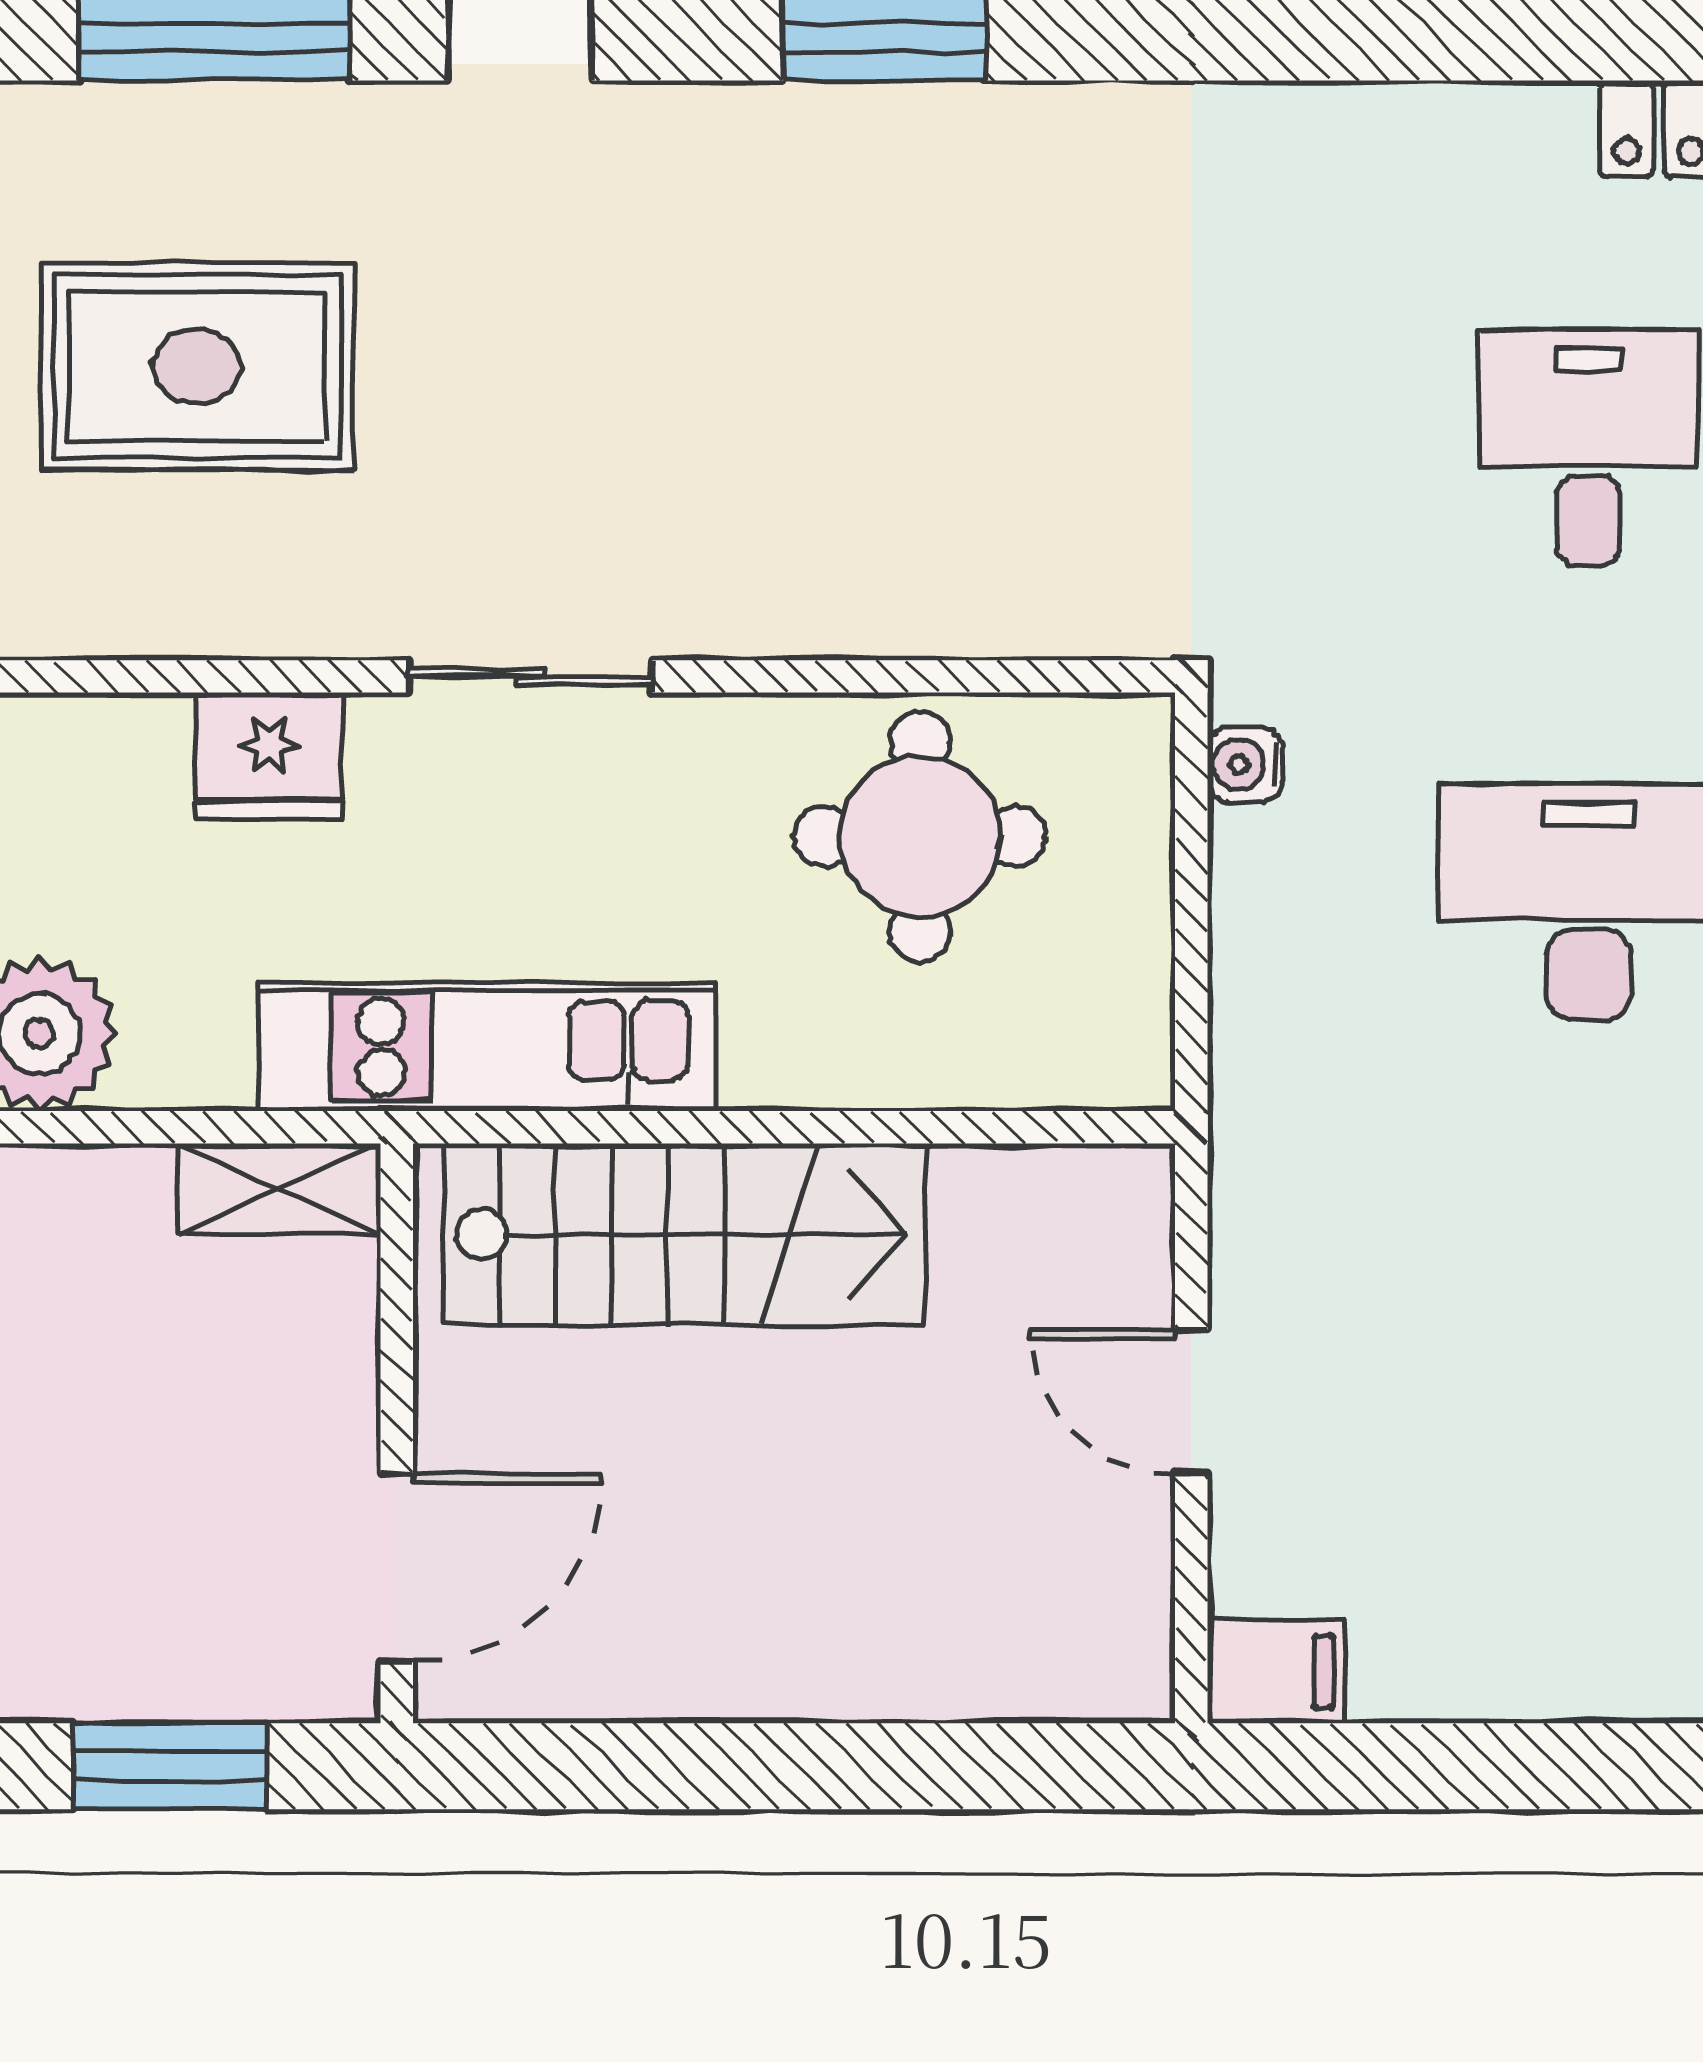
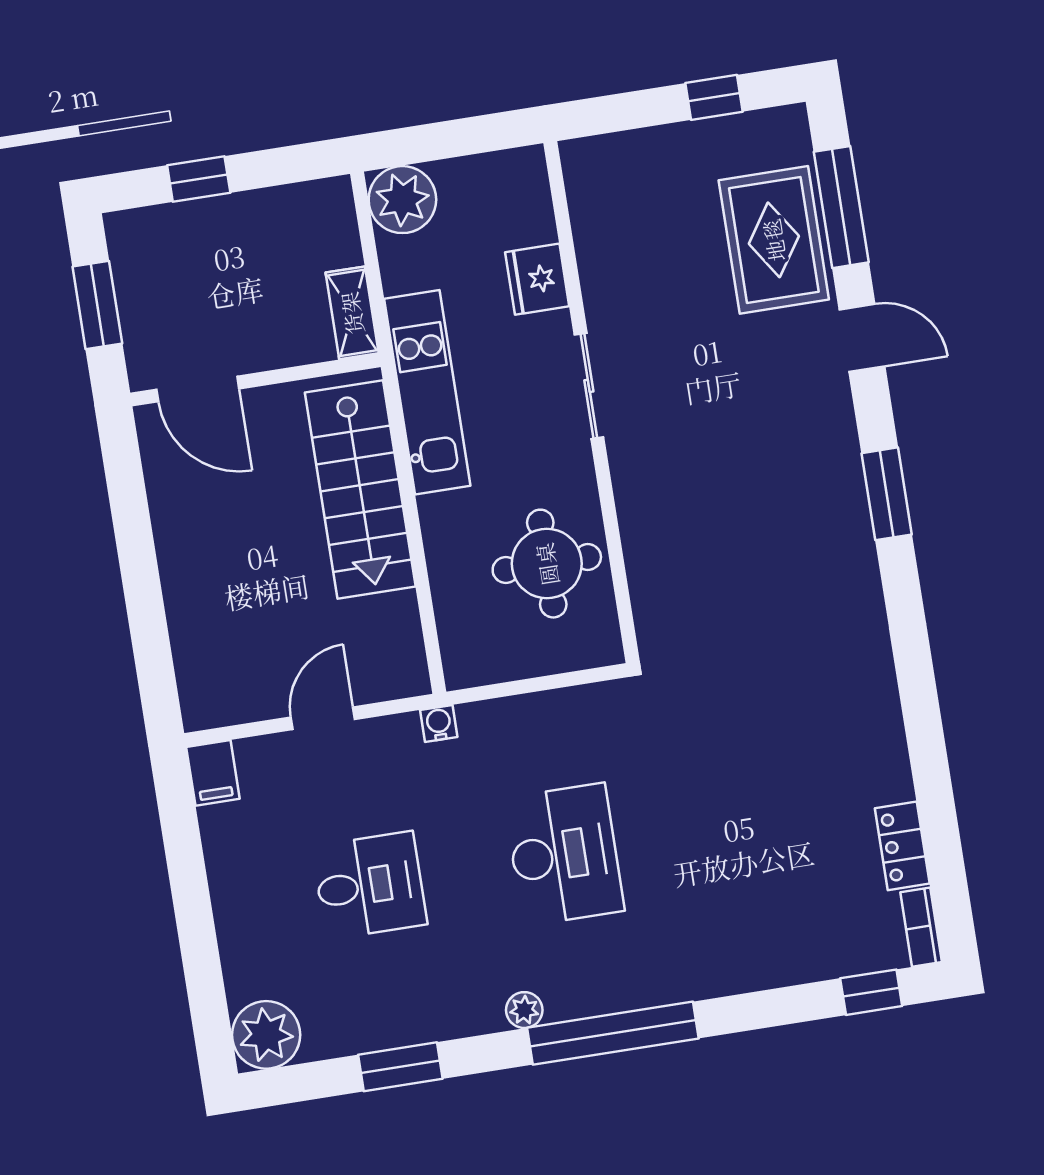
rug: (197, 366) -> (774, 240), moved
desk: (1589, 448) -> (370, 885), moved
water cooler: (1245, 764) -> (439, 723), moved

